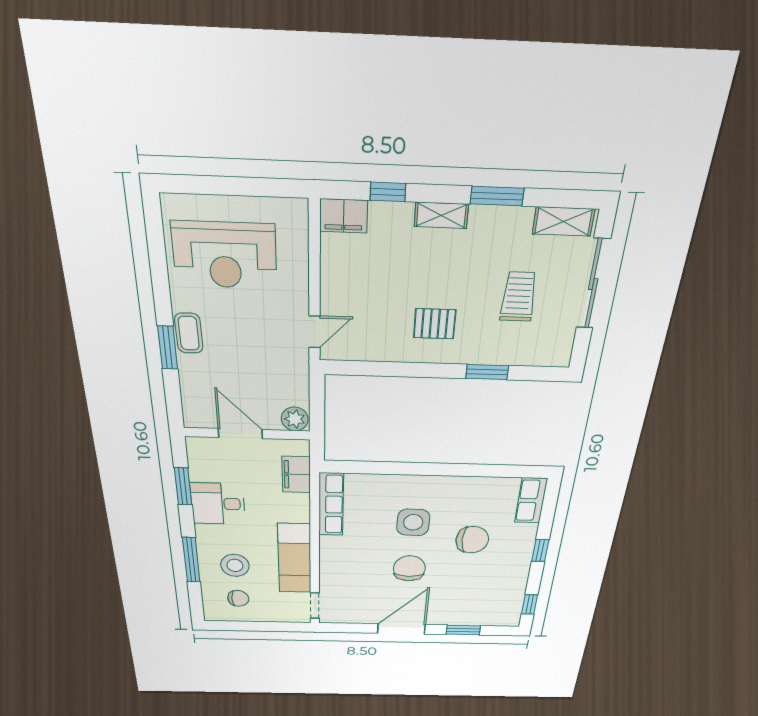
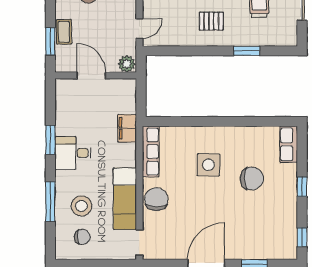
plant: (295, 419) -> (127, 64), moved
door: (240, 434) -> (91, 75), moved
wall: (247, 434) -> (96, 75), moved
chair: (409, 568) -> (156, 199), moved

